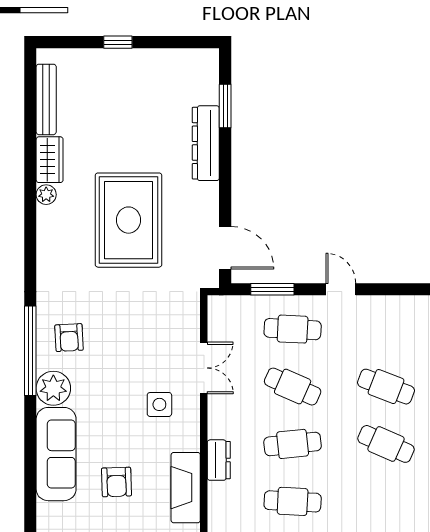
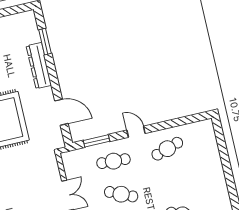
door: (225, 248) -> (61, 112), moved
cafe table: (386, 387) -> (167, 149), moved, turned -39

